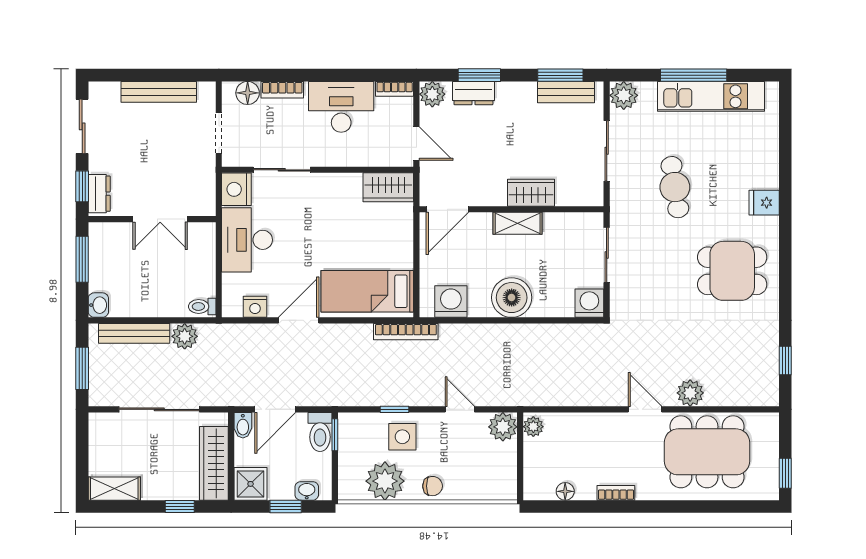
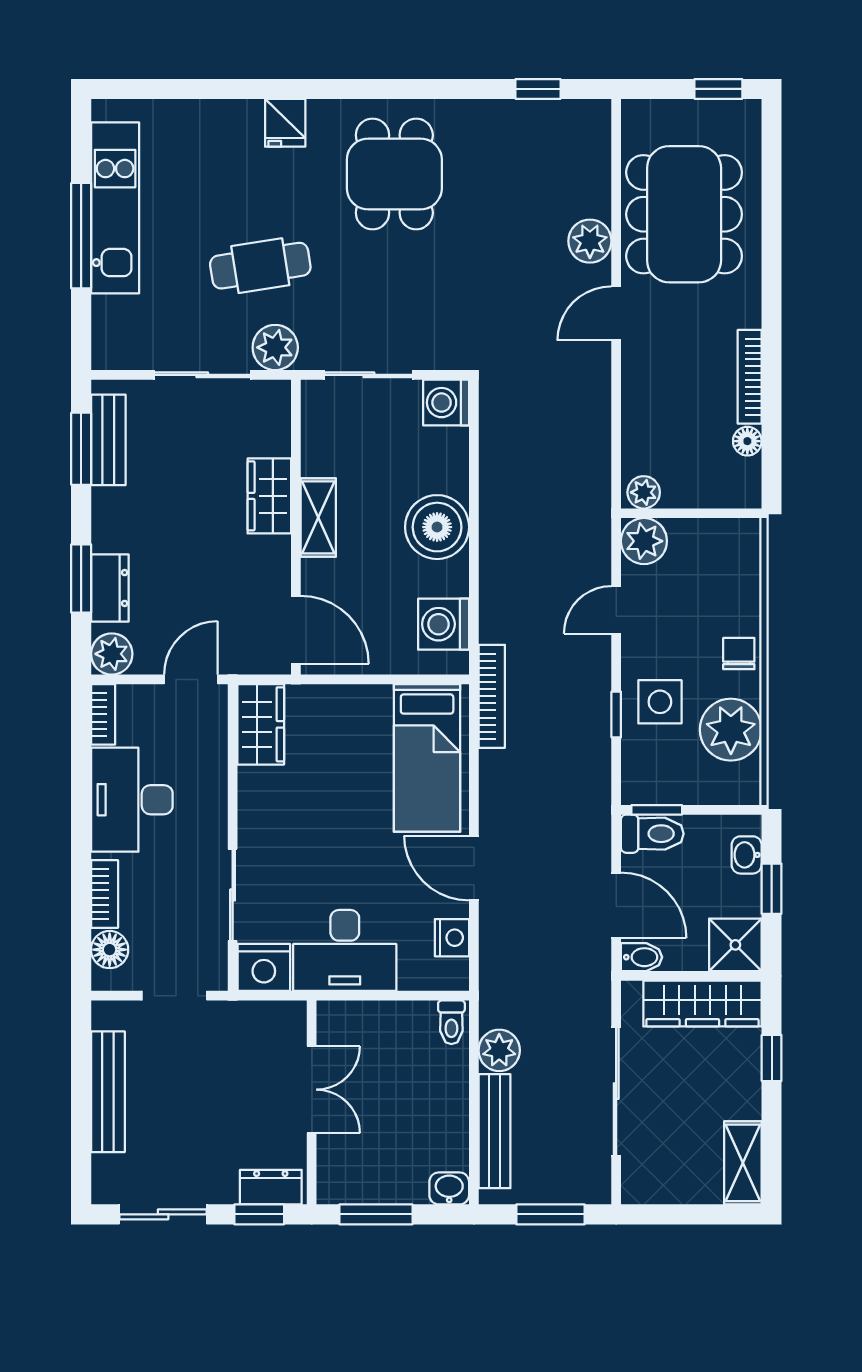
plant: (624, 95) -> (275, 347), moved
bookcase: (616, 493) -> (750, 377), width x1.56

